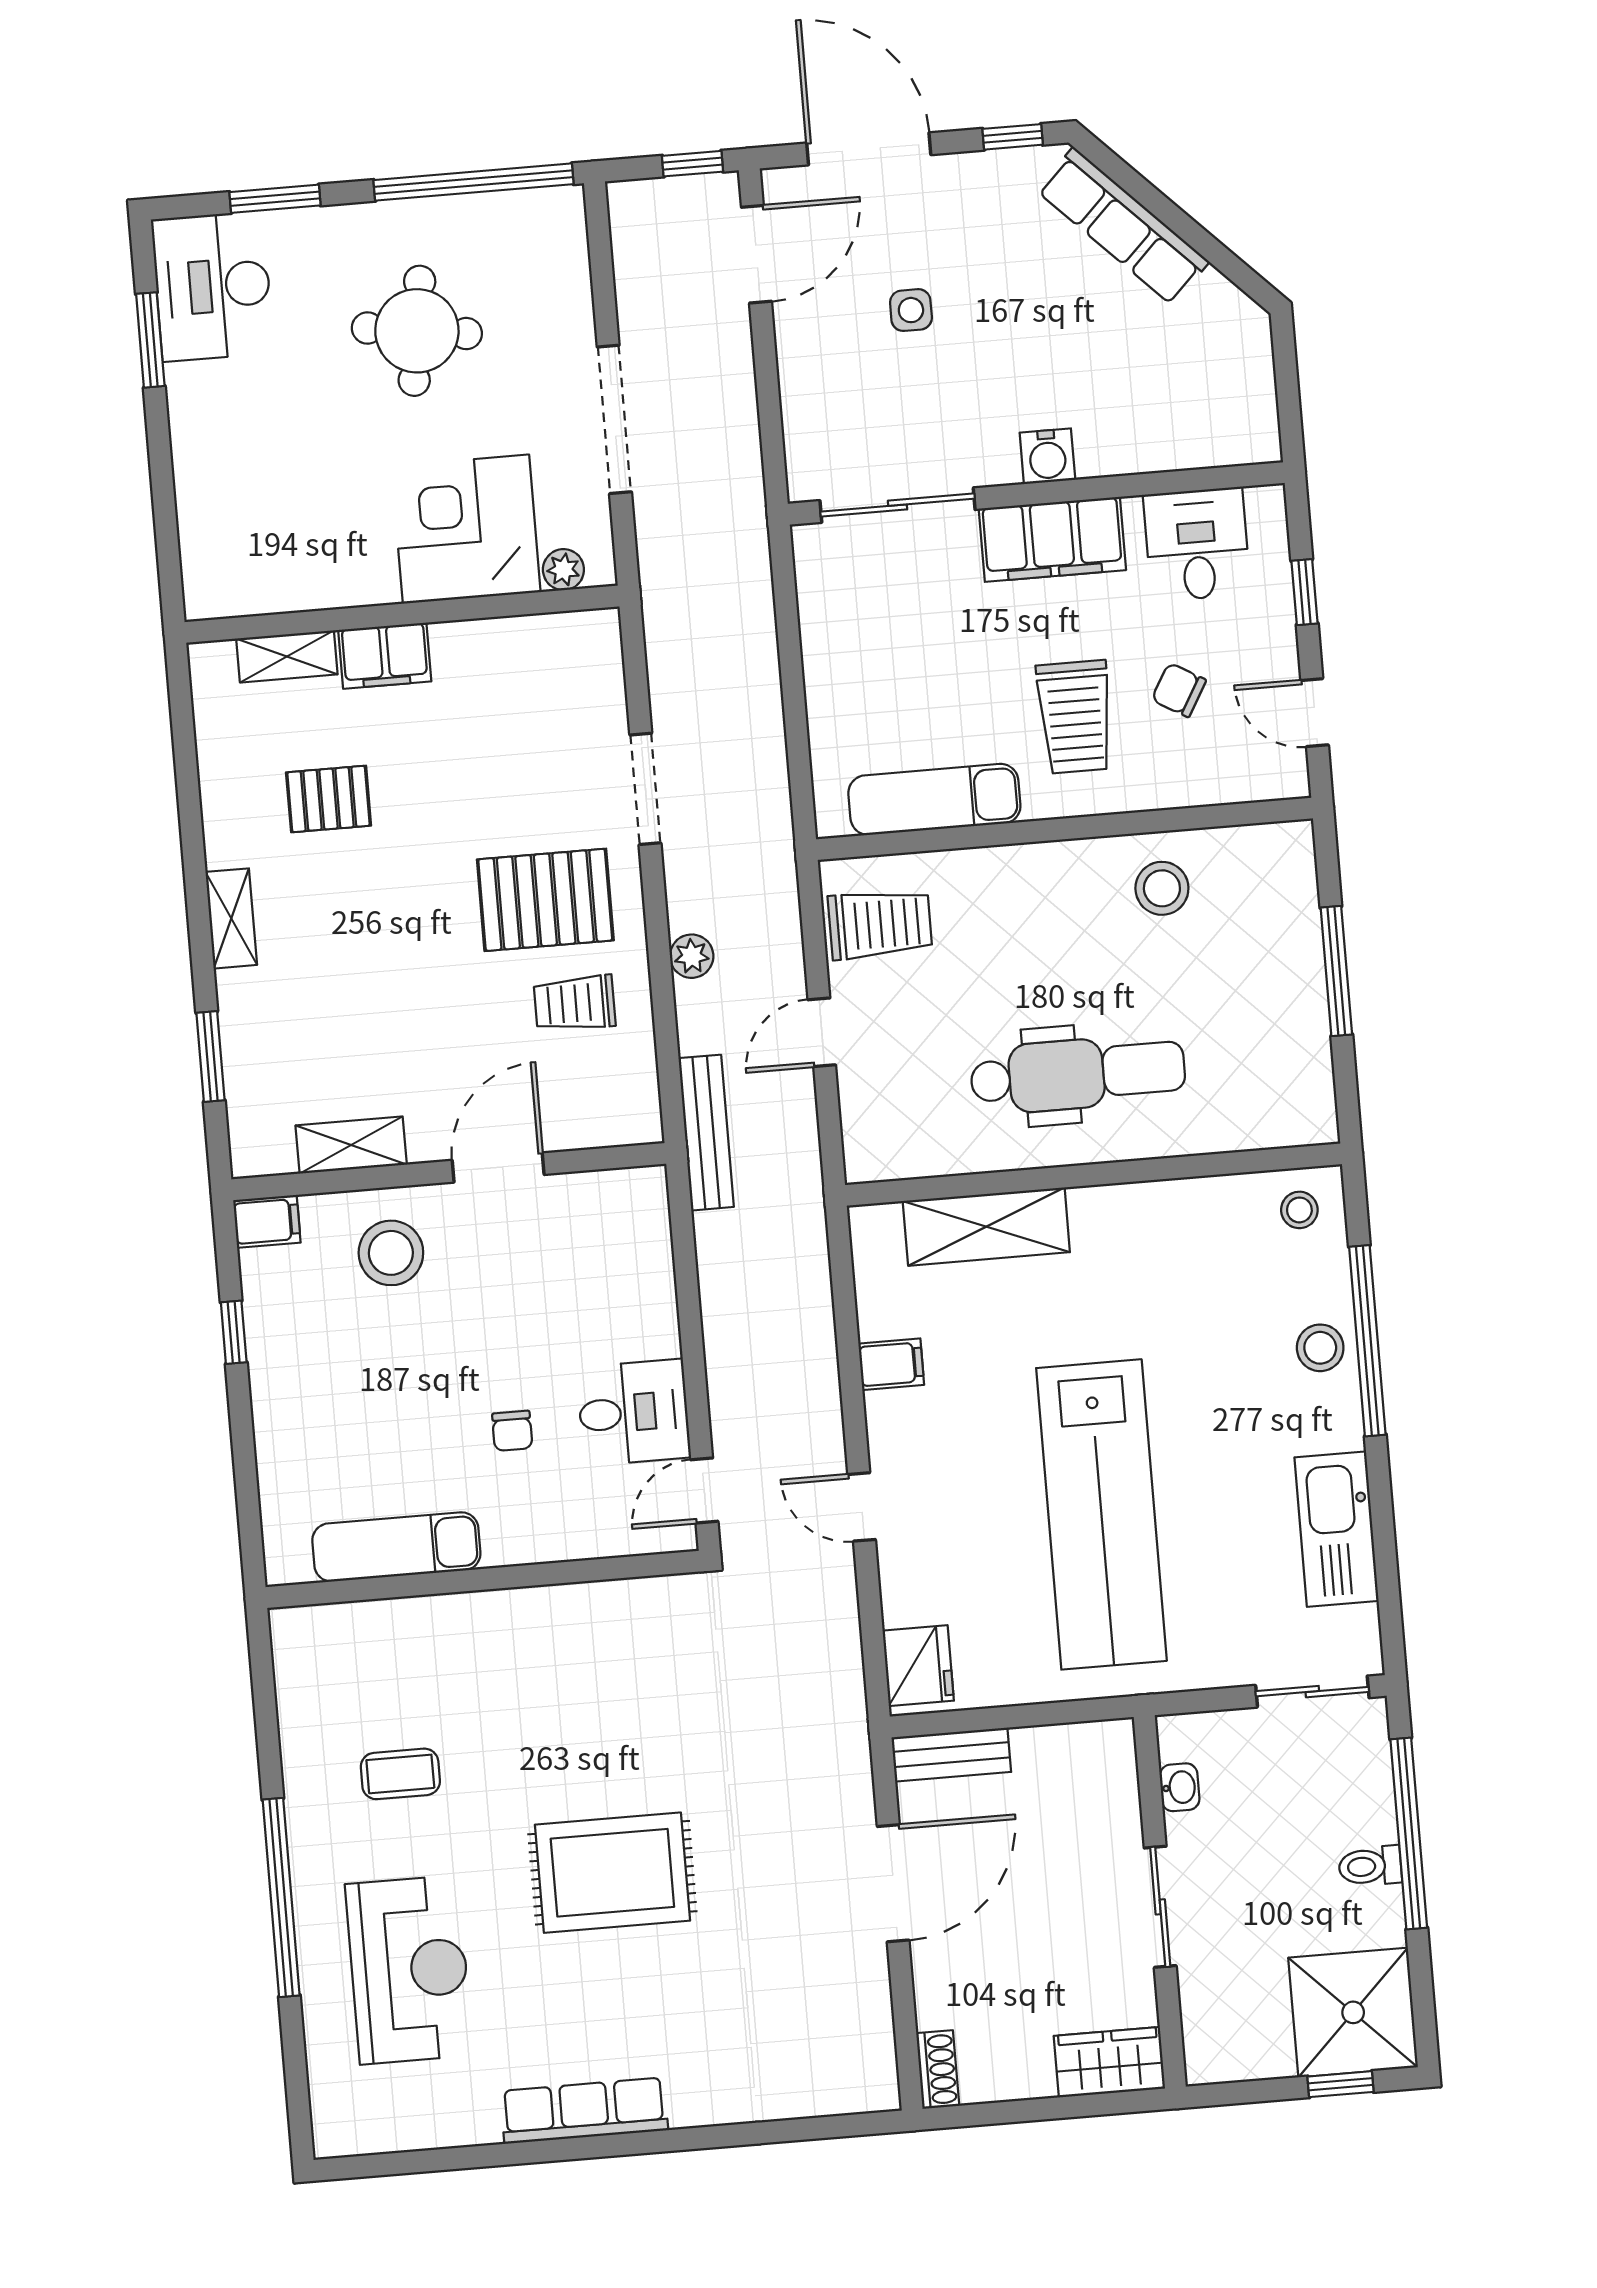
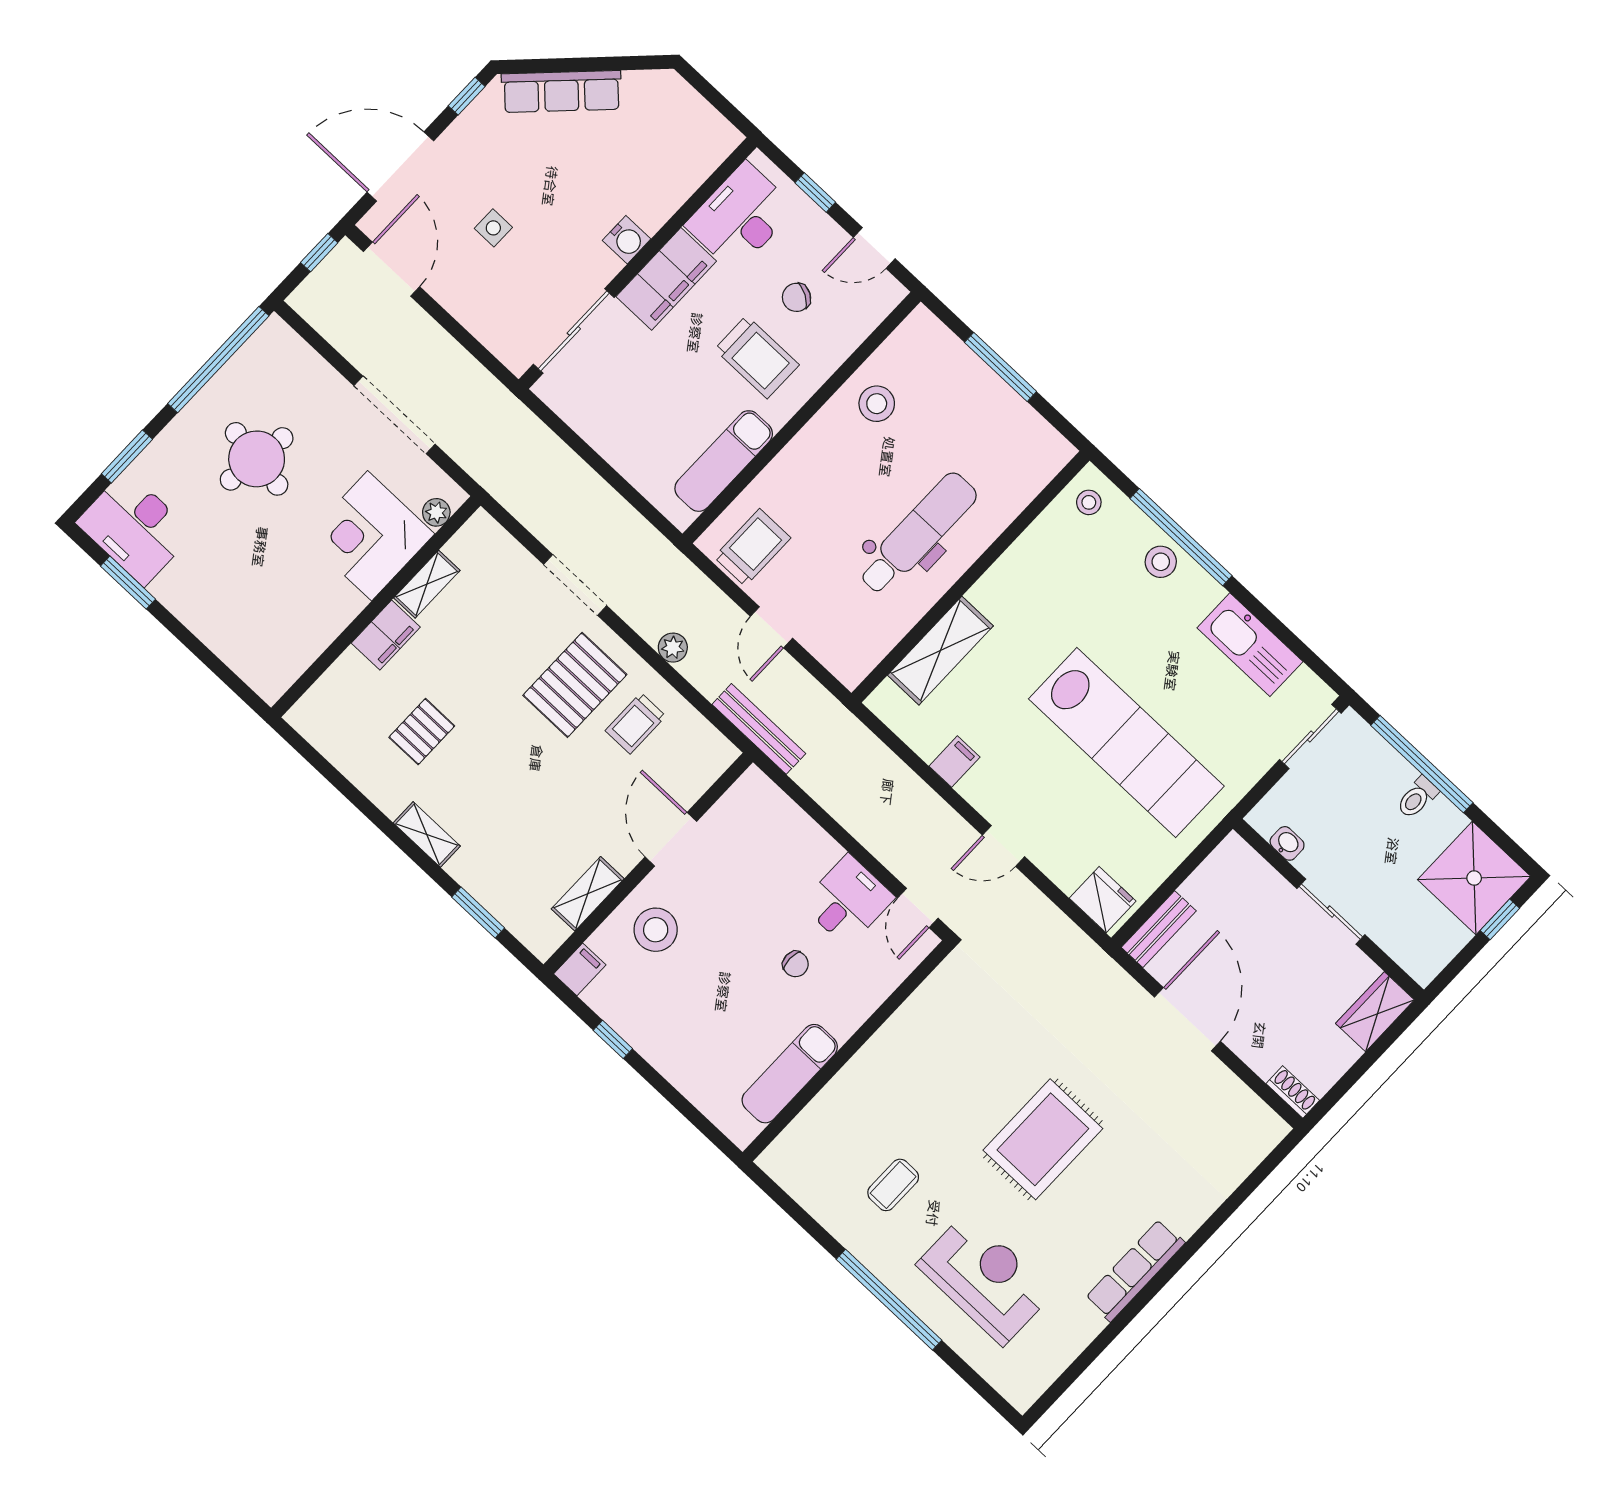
desk: (1197, 544) -> (740, 217), width x1.37
shelving: (287, 656) -> (427, 584), moved

